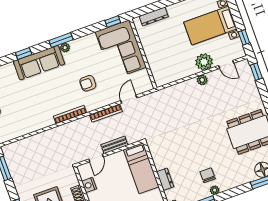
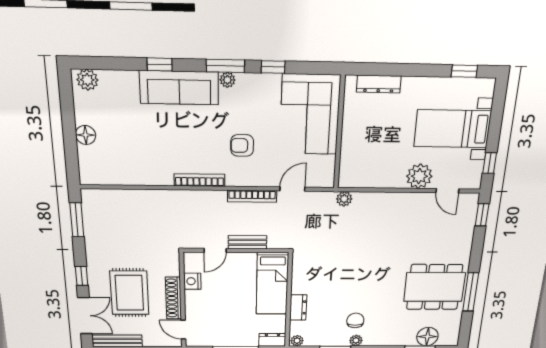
window: (113, 22) -> (273, 67), moved
plant: (202, 80) -> (344, 199), moved

